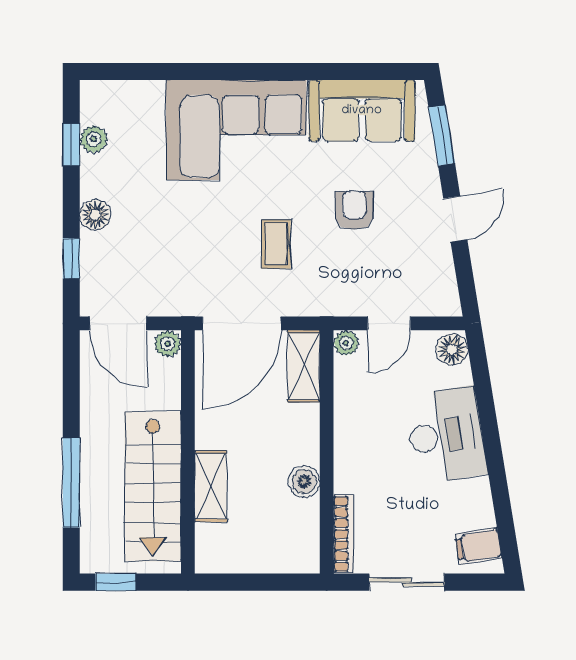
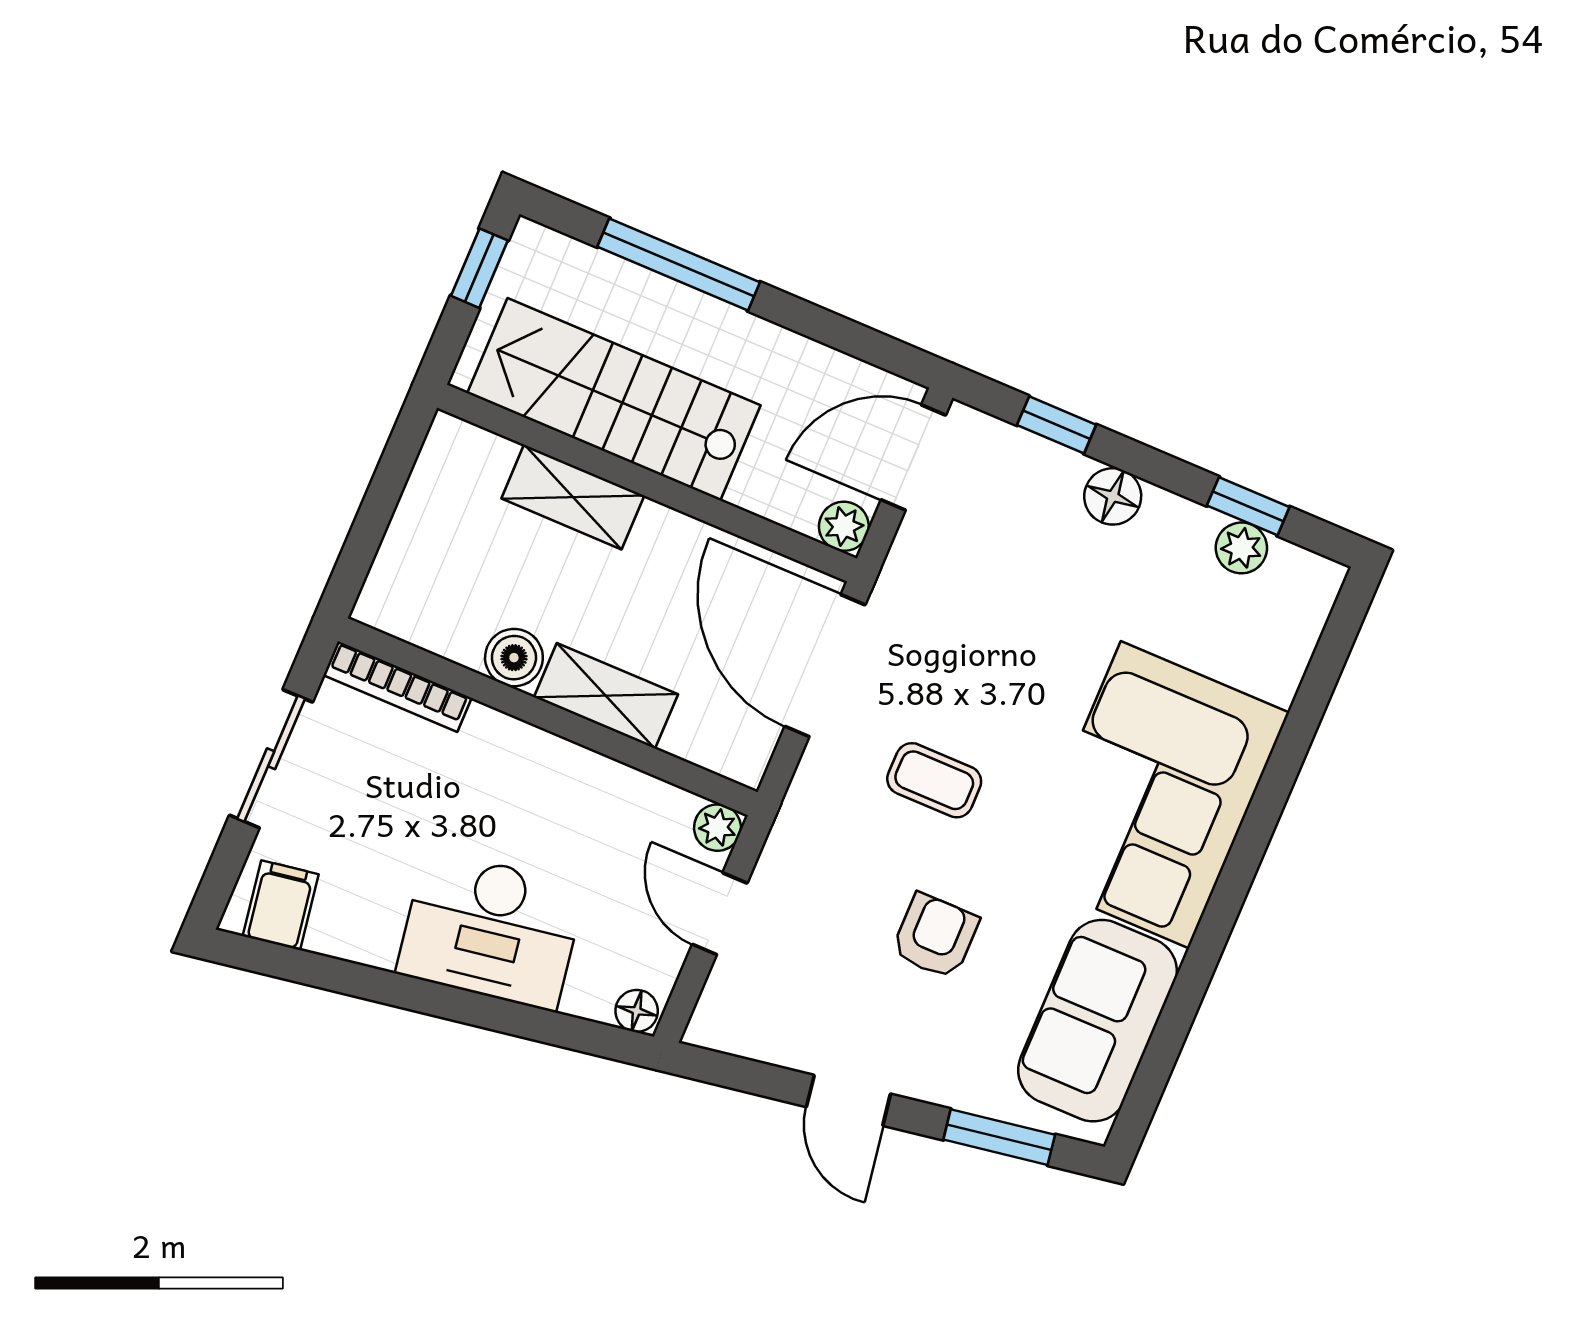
armchair: (354, 210) -> (935, 936), turned -90
floor lamp: (452, 349) -> (637, 1011), width x0.73, depth x0.73
shelving: (304, 366) -> (606, 696), moved

